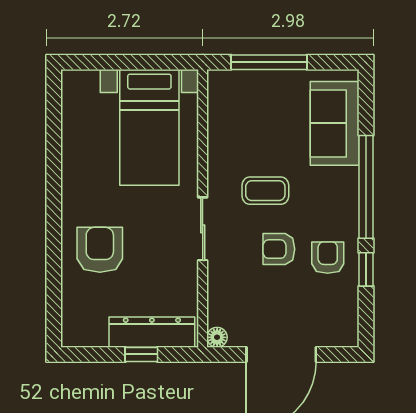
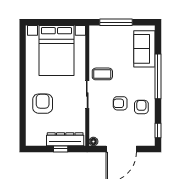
bed with nightstands: (149, 127) -> (56, 51), width x1.36
coffee table: (265, 191) -> (102, 74), moved
window: (366, 269) -> (158, 130), moved

